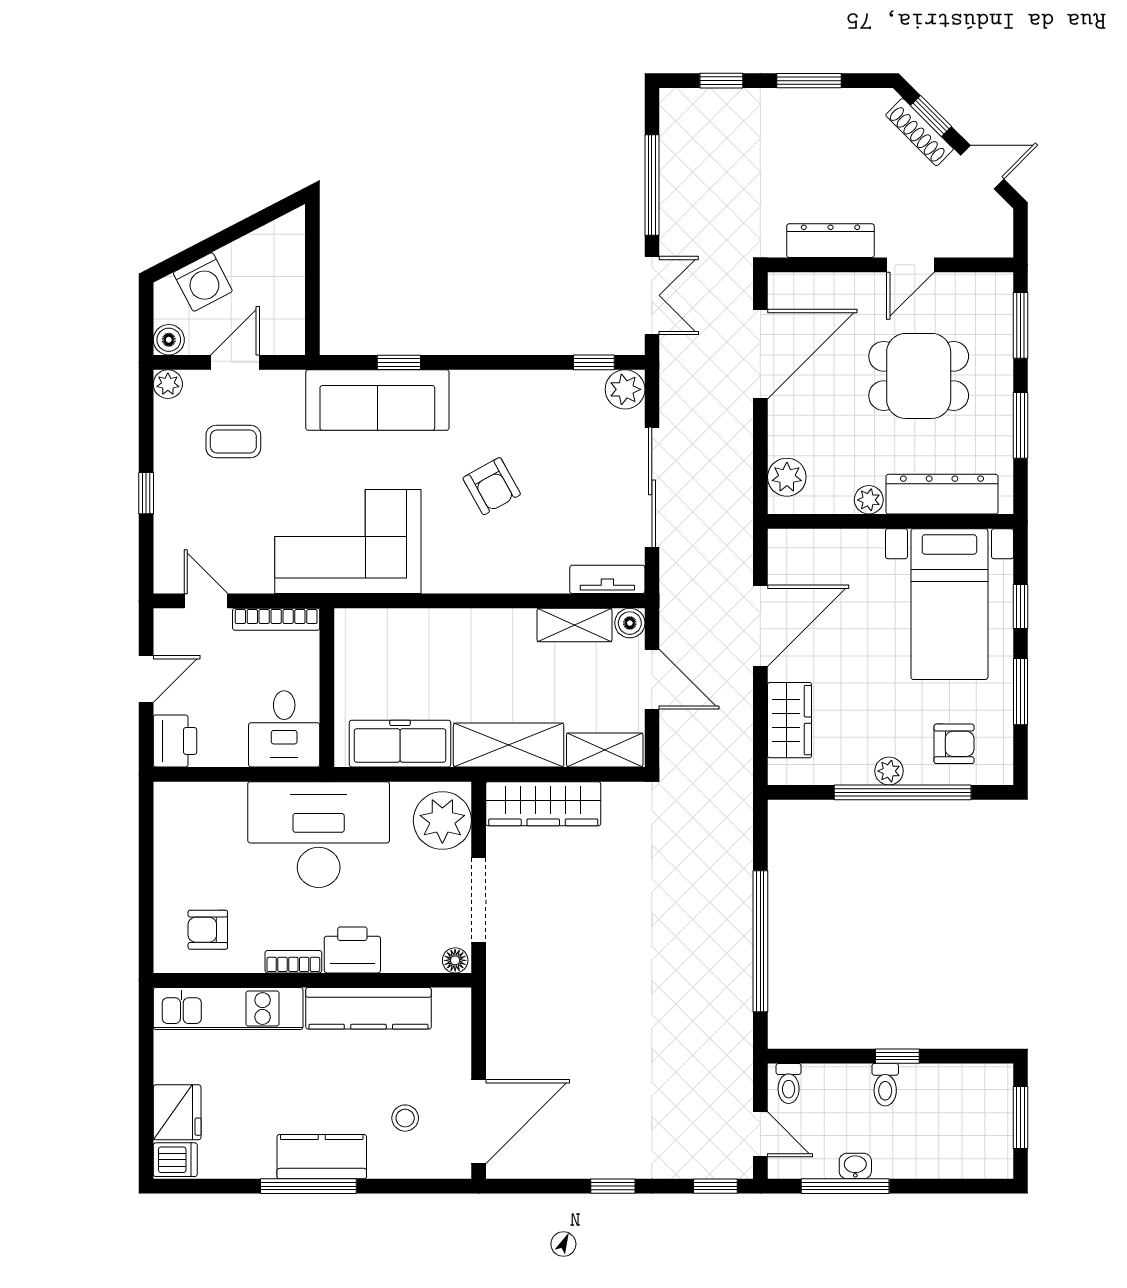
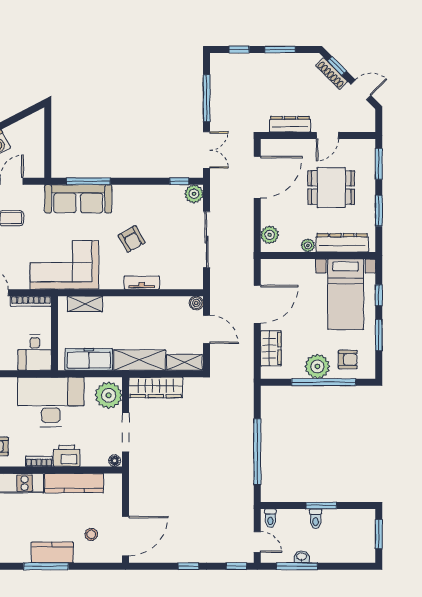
window: (399, 362) -> (88, 181), width x2.17
tv unit: (607, 579) -> (142, 283), moved
shelving: (575, 625) -> (85, 304), moved
plant: (889, 771) -> (317, 366), width x1.88, depth x1.88
window: (897, 1056) -> (321, 505), width x1.50

